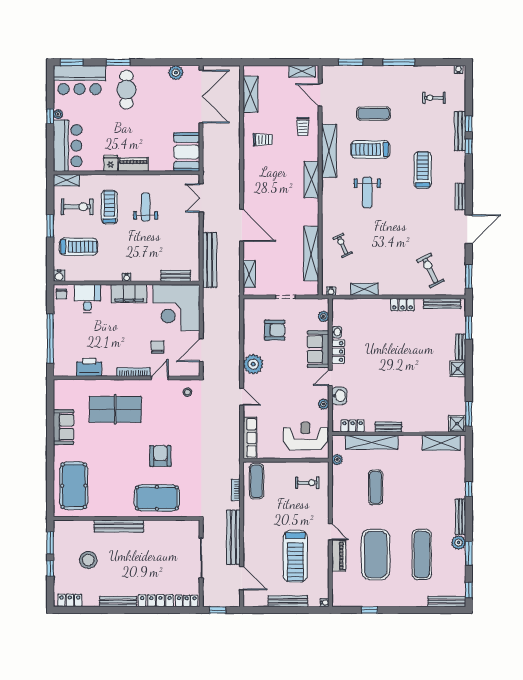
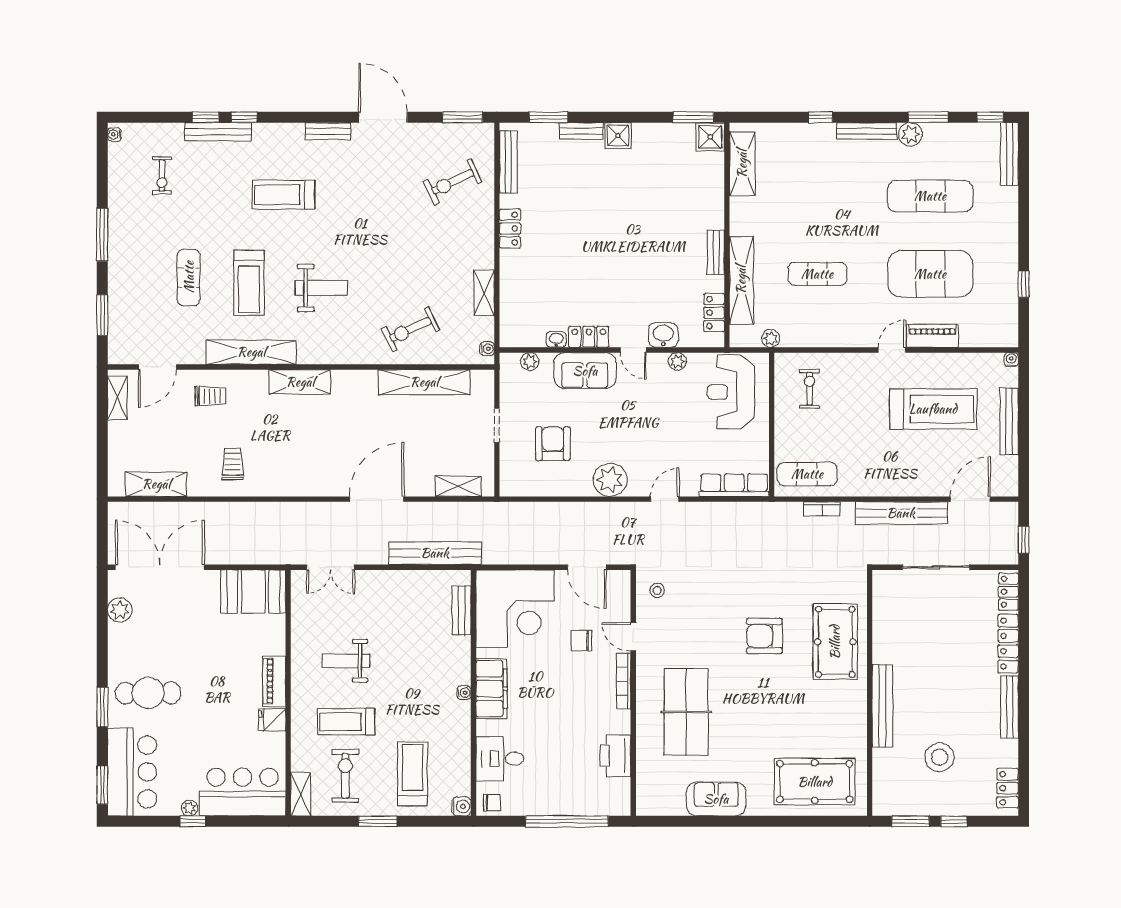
exercise bike: (343, 245) -> (410, 329), width x1.38, depth x1.39

